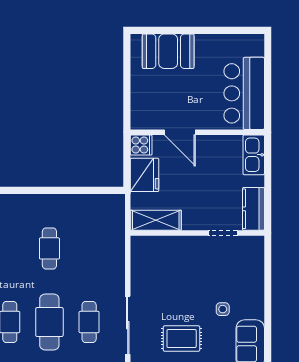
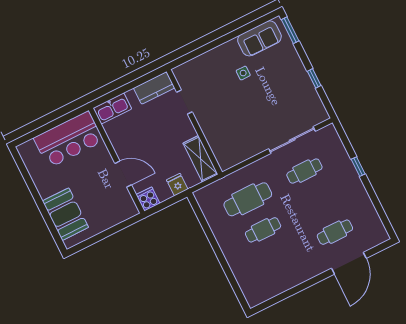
door: (180, 132) -> (123, 174), hinge flipped
fridge: (145, 175) -> (177, 185), width x0.53, depth x0.75
cafe table: (49, 322) -> (248, 199), moved
rug: (182, 339) -> (282, 93), removed

